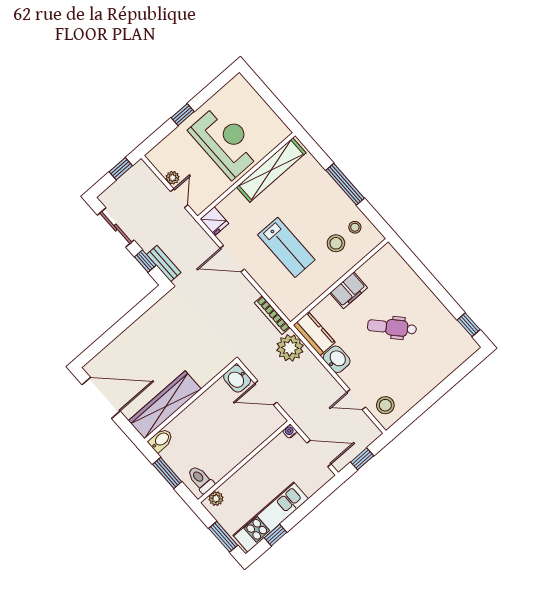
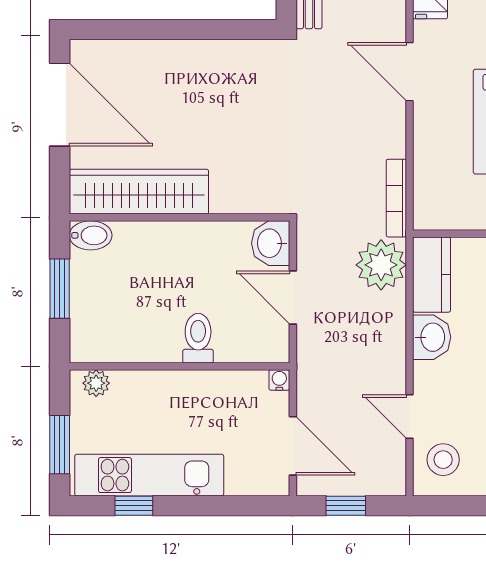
toilet: (201, 479) -> (198, 338), moved

